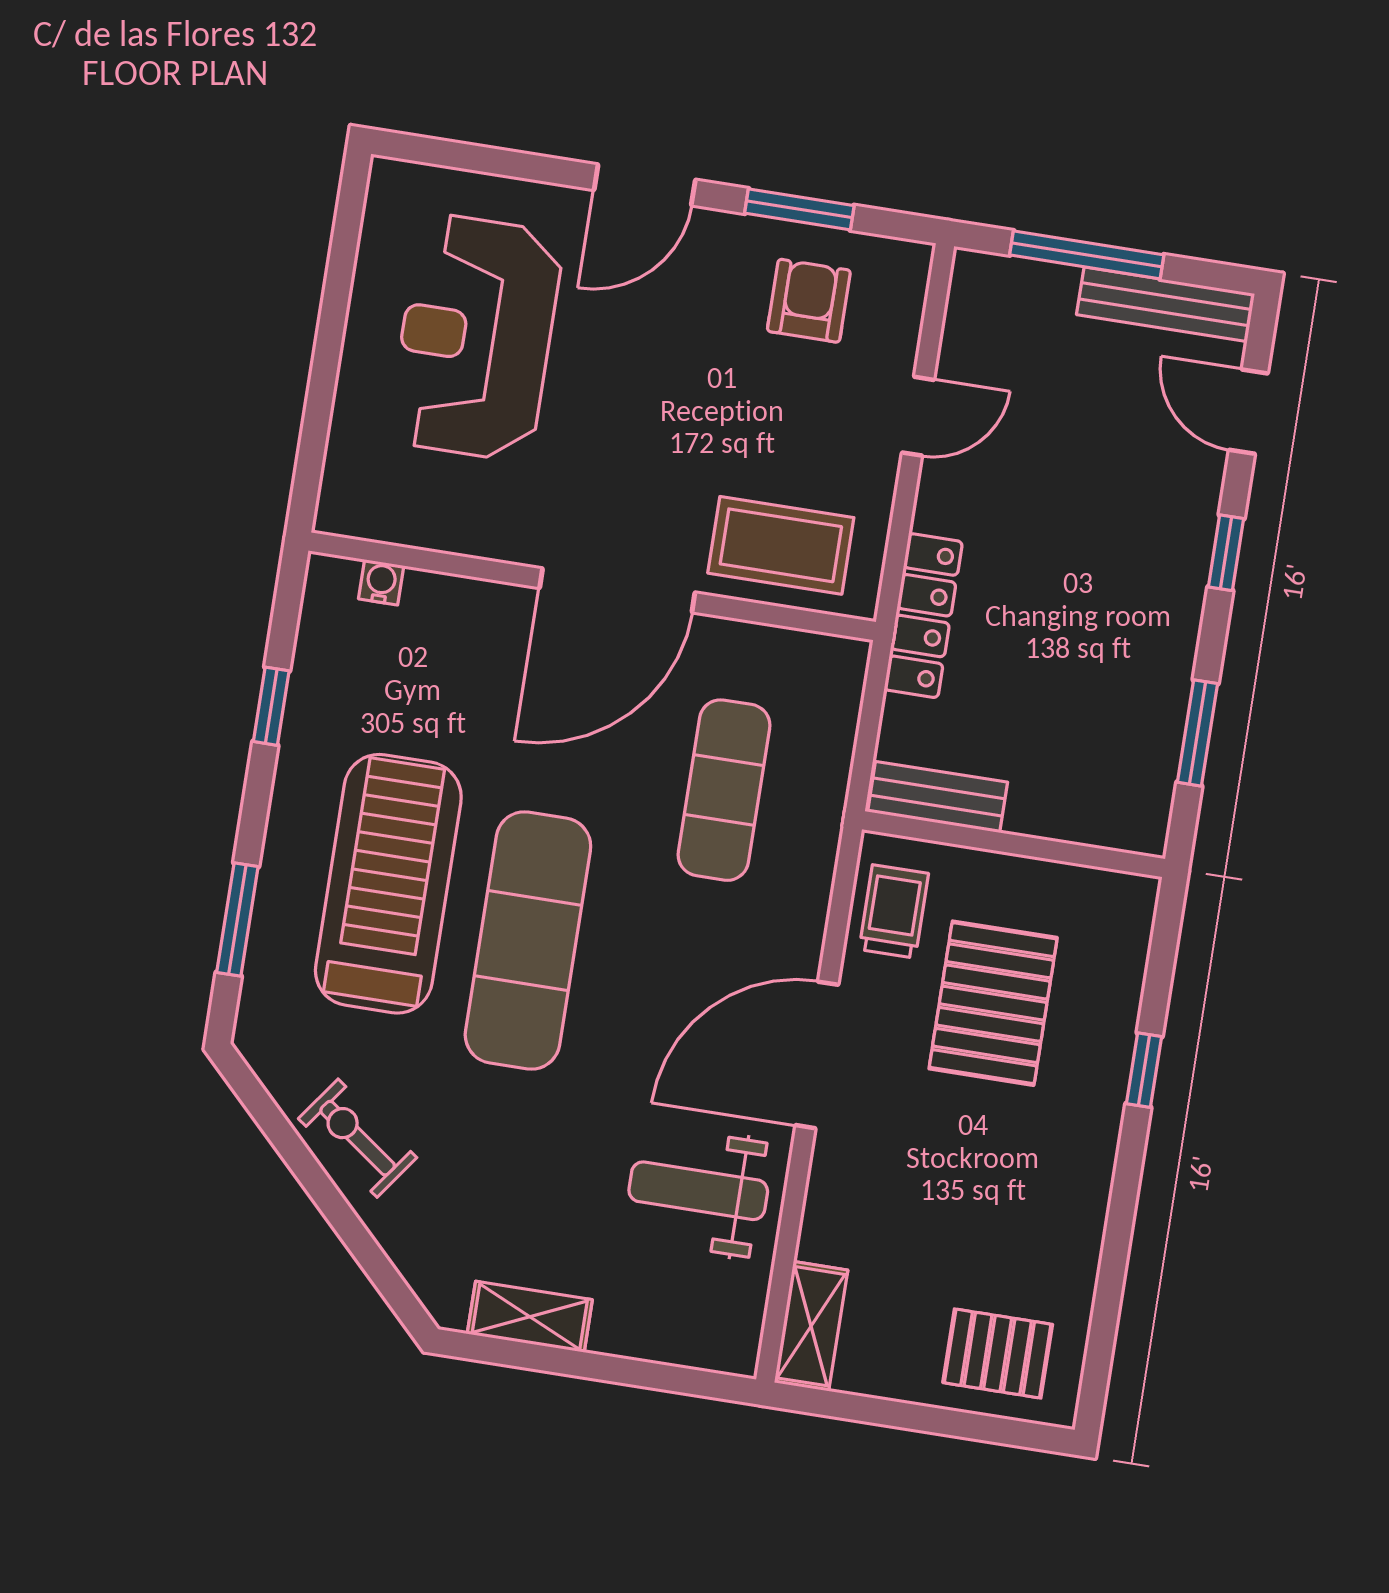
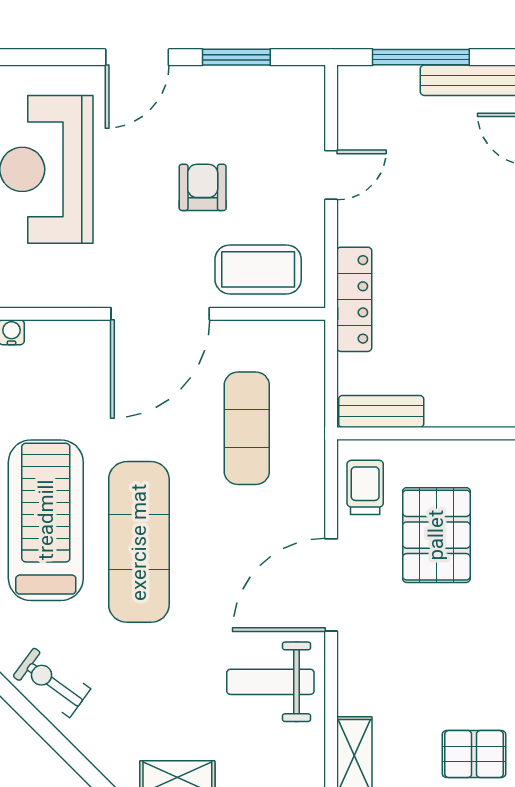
armchair: (809, 301) -> (203, 187), moved

